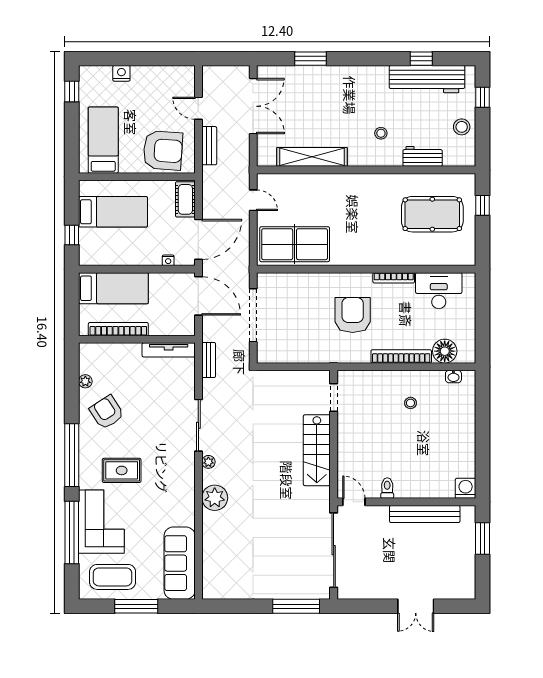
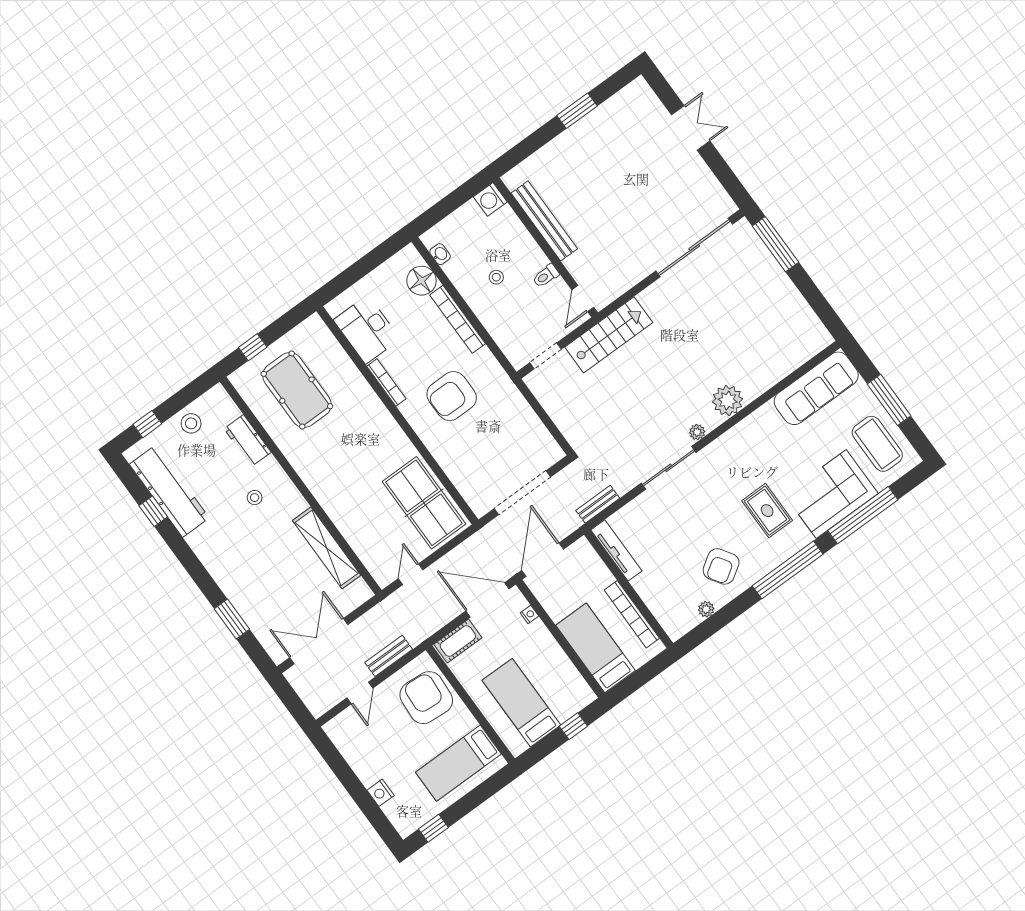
toilet: (387, 488) -> (546, 276), moved
washing machine: (466, 488) -> (490, 199), moved
door: (354, 502) -> (583, 299), moved
wall: (406, 502) -> (546, 247), moved
bench: (425, 514) -> (544, 221), moved

